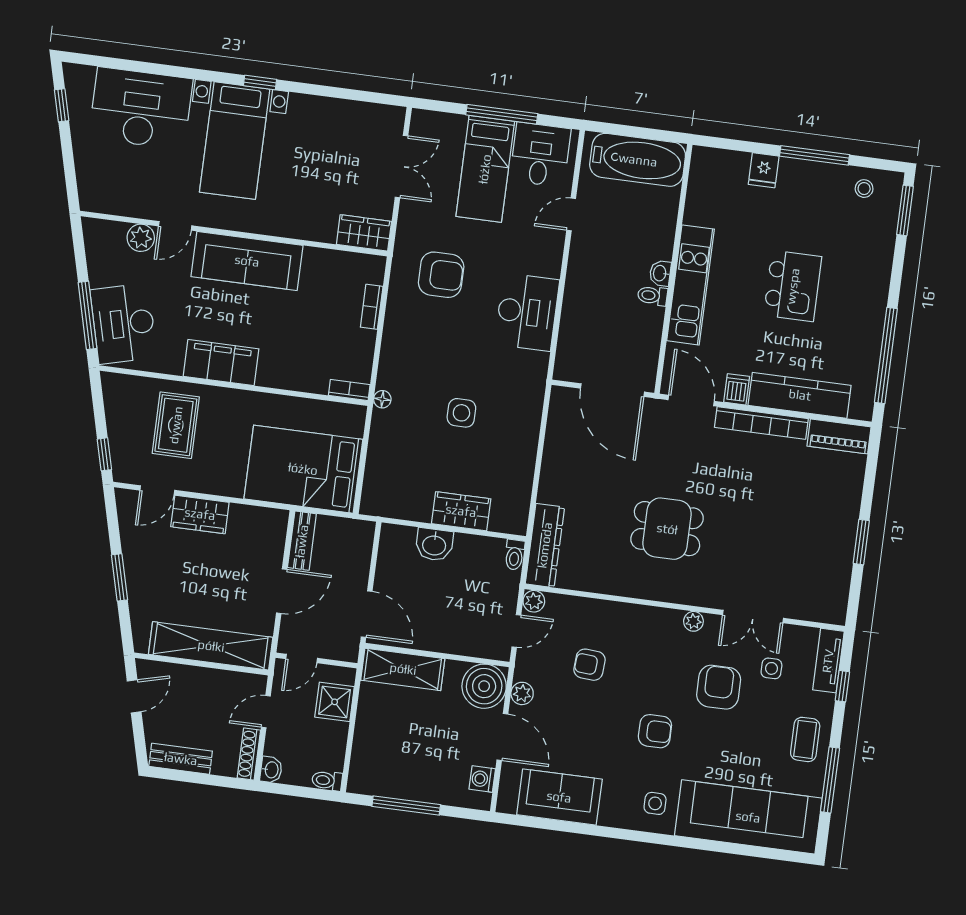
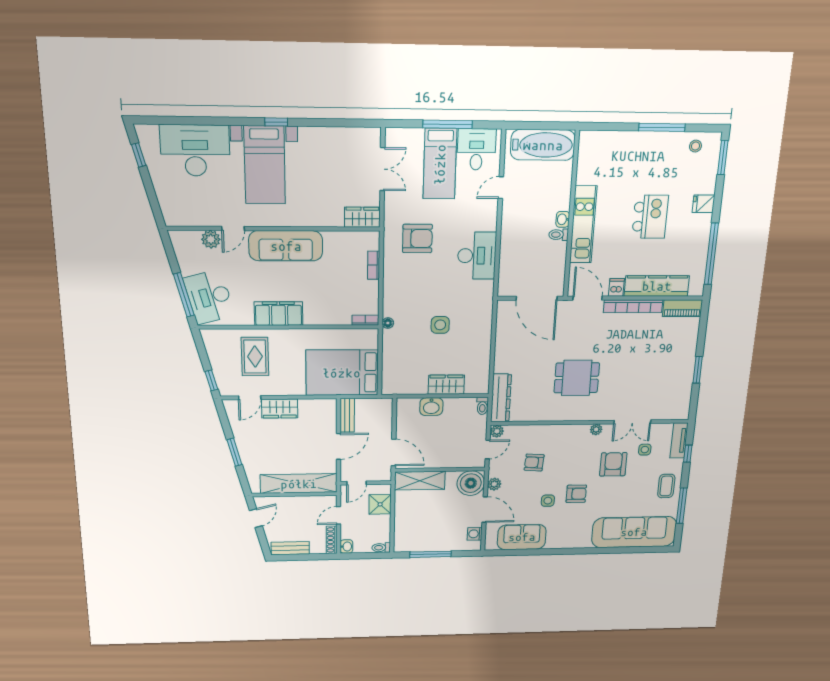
fridge: (764, 170) -> (704, 204), moved, turned 90
side table: (655, 803) -> (548, 501), moved

